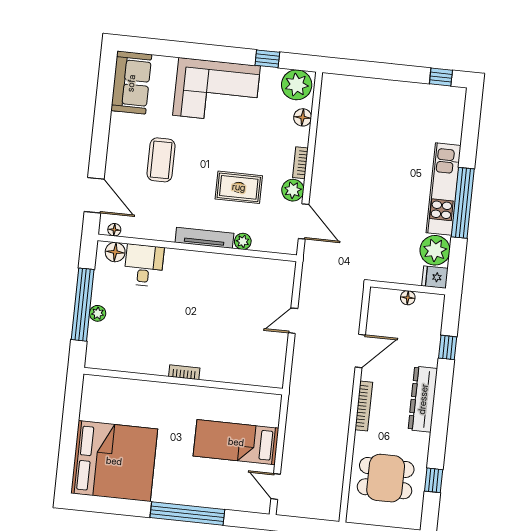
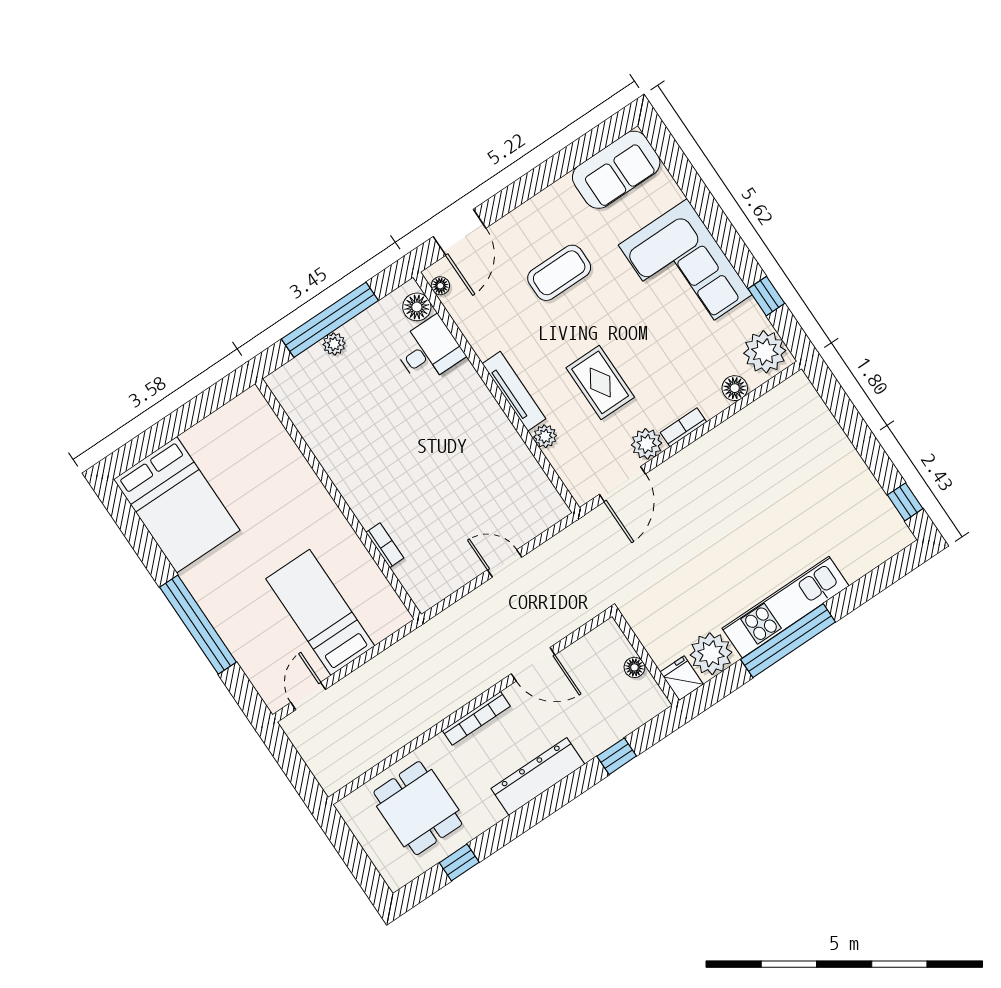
bookcase: (184, 372) -> (385, 545), moved
bed: (114, 461) -> (177, 505), width x0.73

